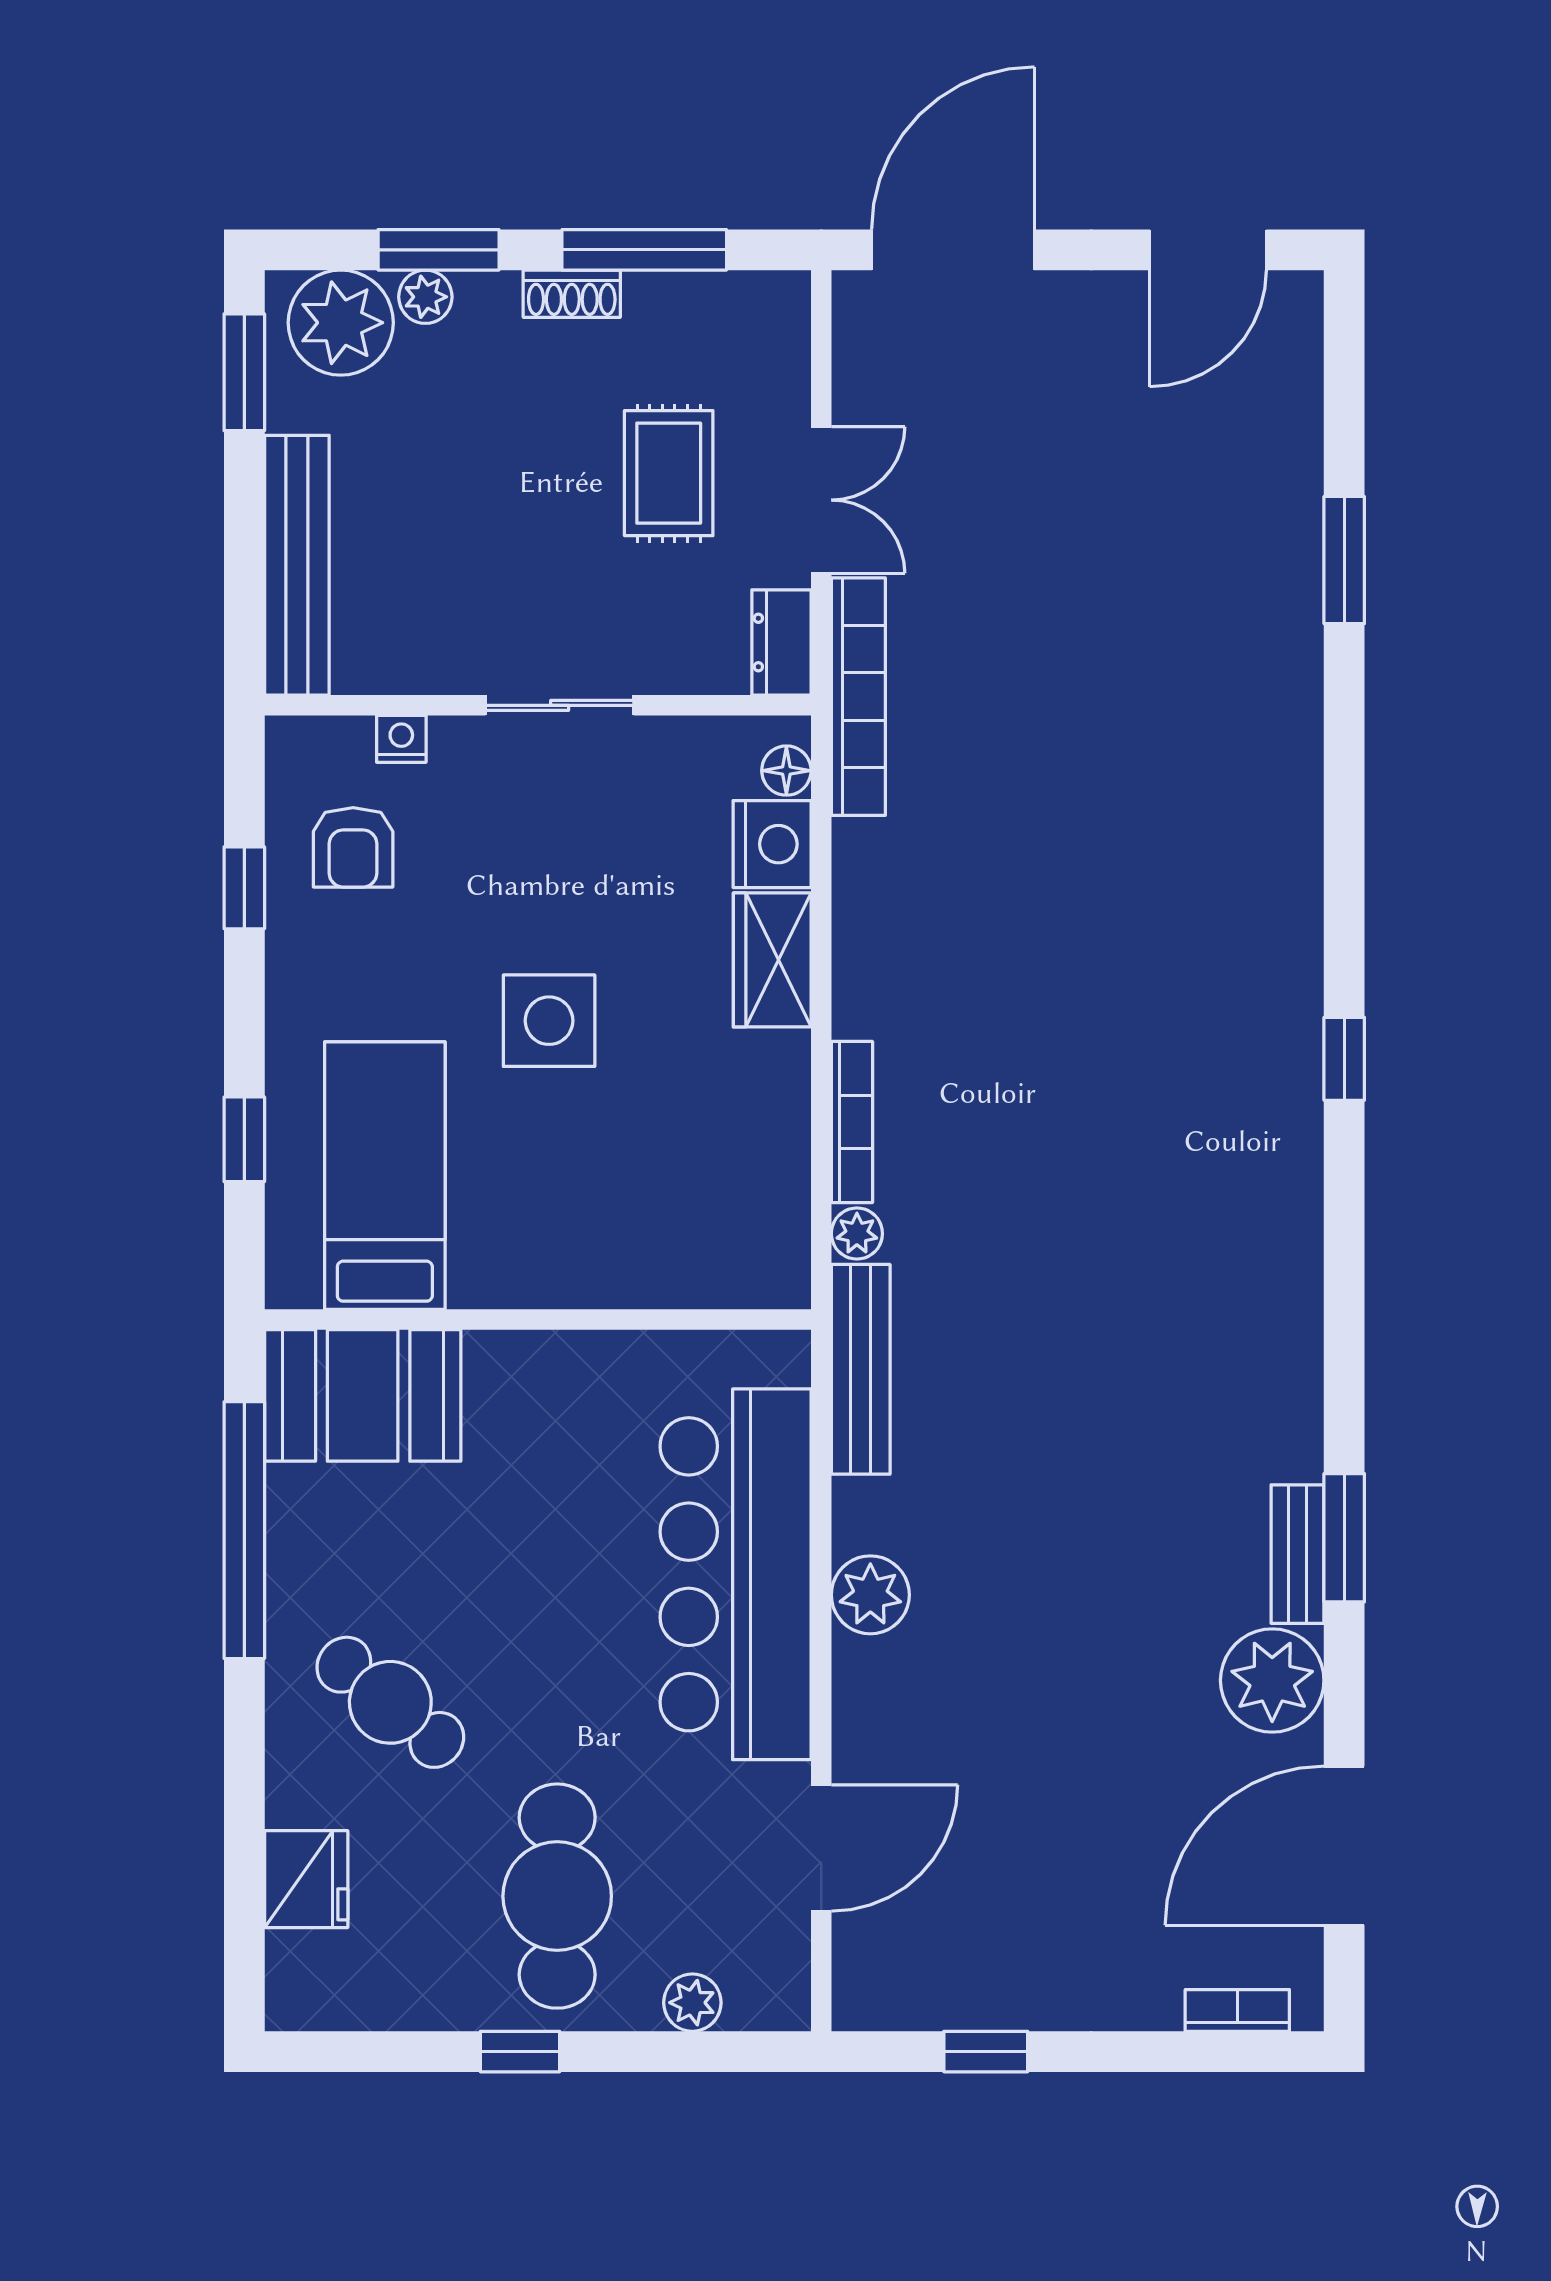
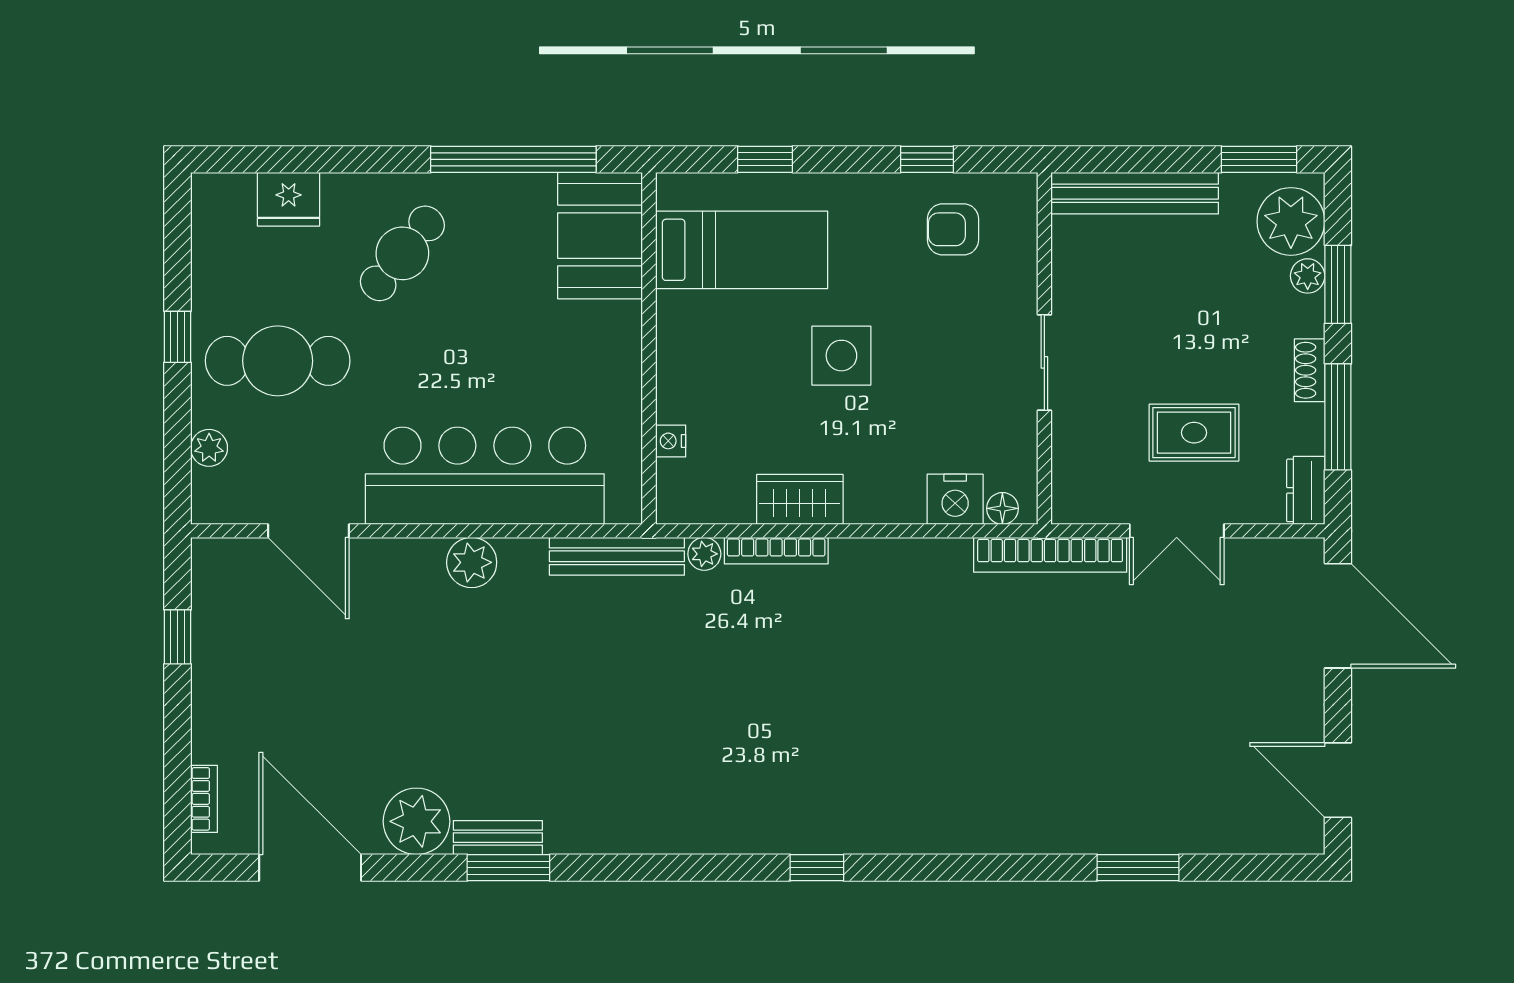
dresser: (781, 643) -> (1306, 490), moved, turned -90
nightstand: (401, 739) -> (671, 441), moved, turned 180
wardrobe: (772, 960) -> (800, 499), moved

